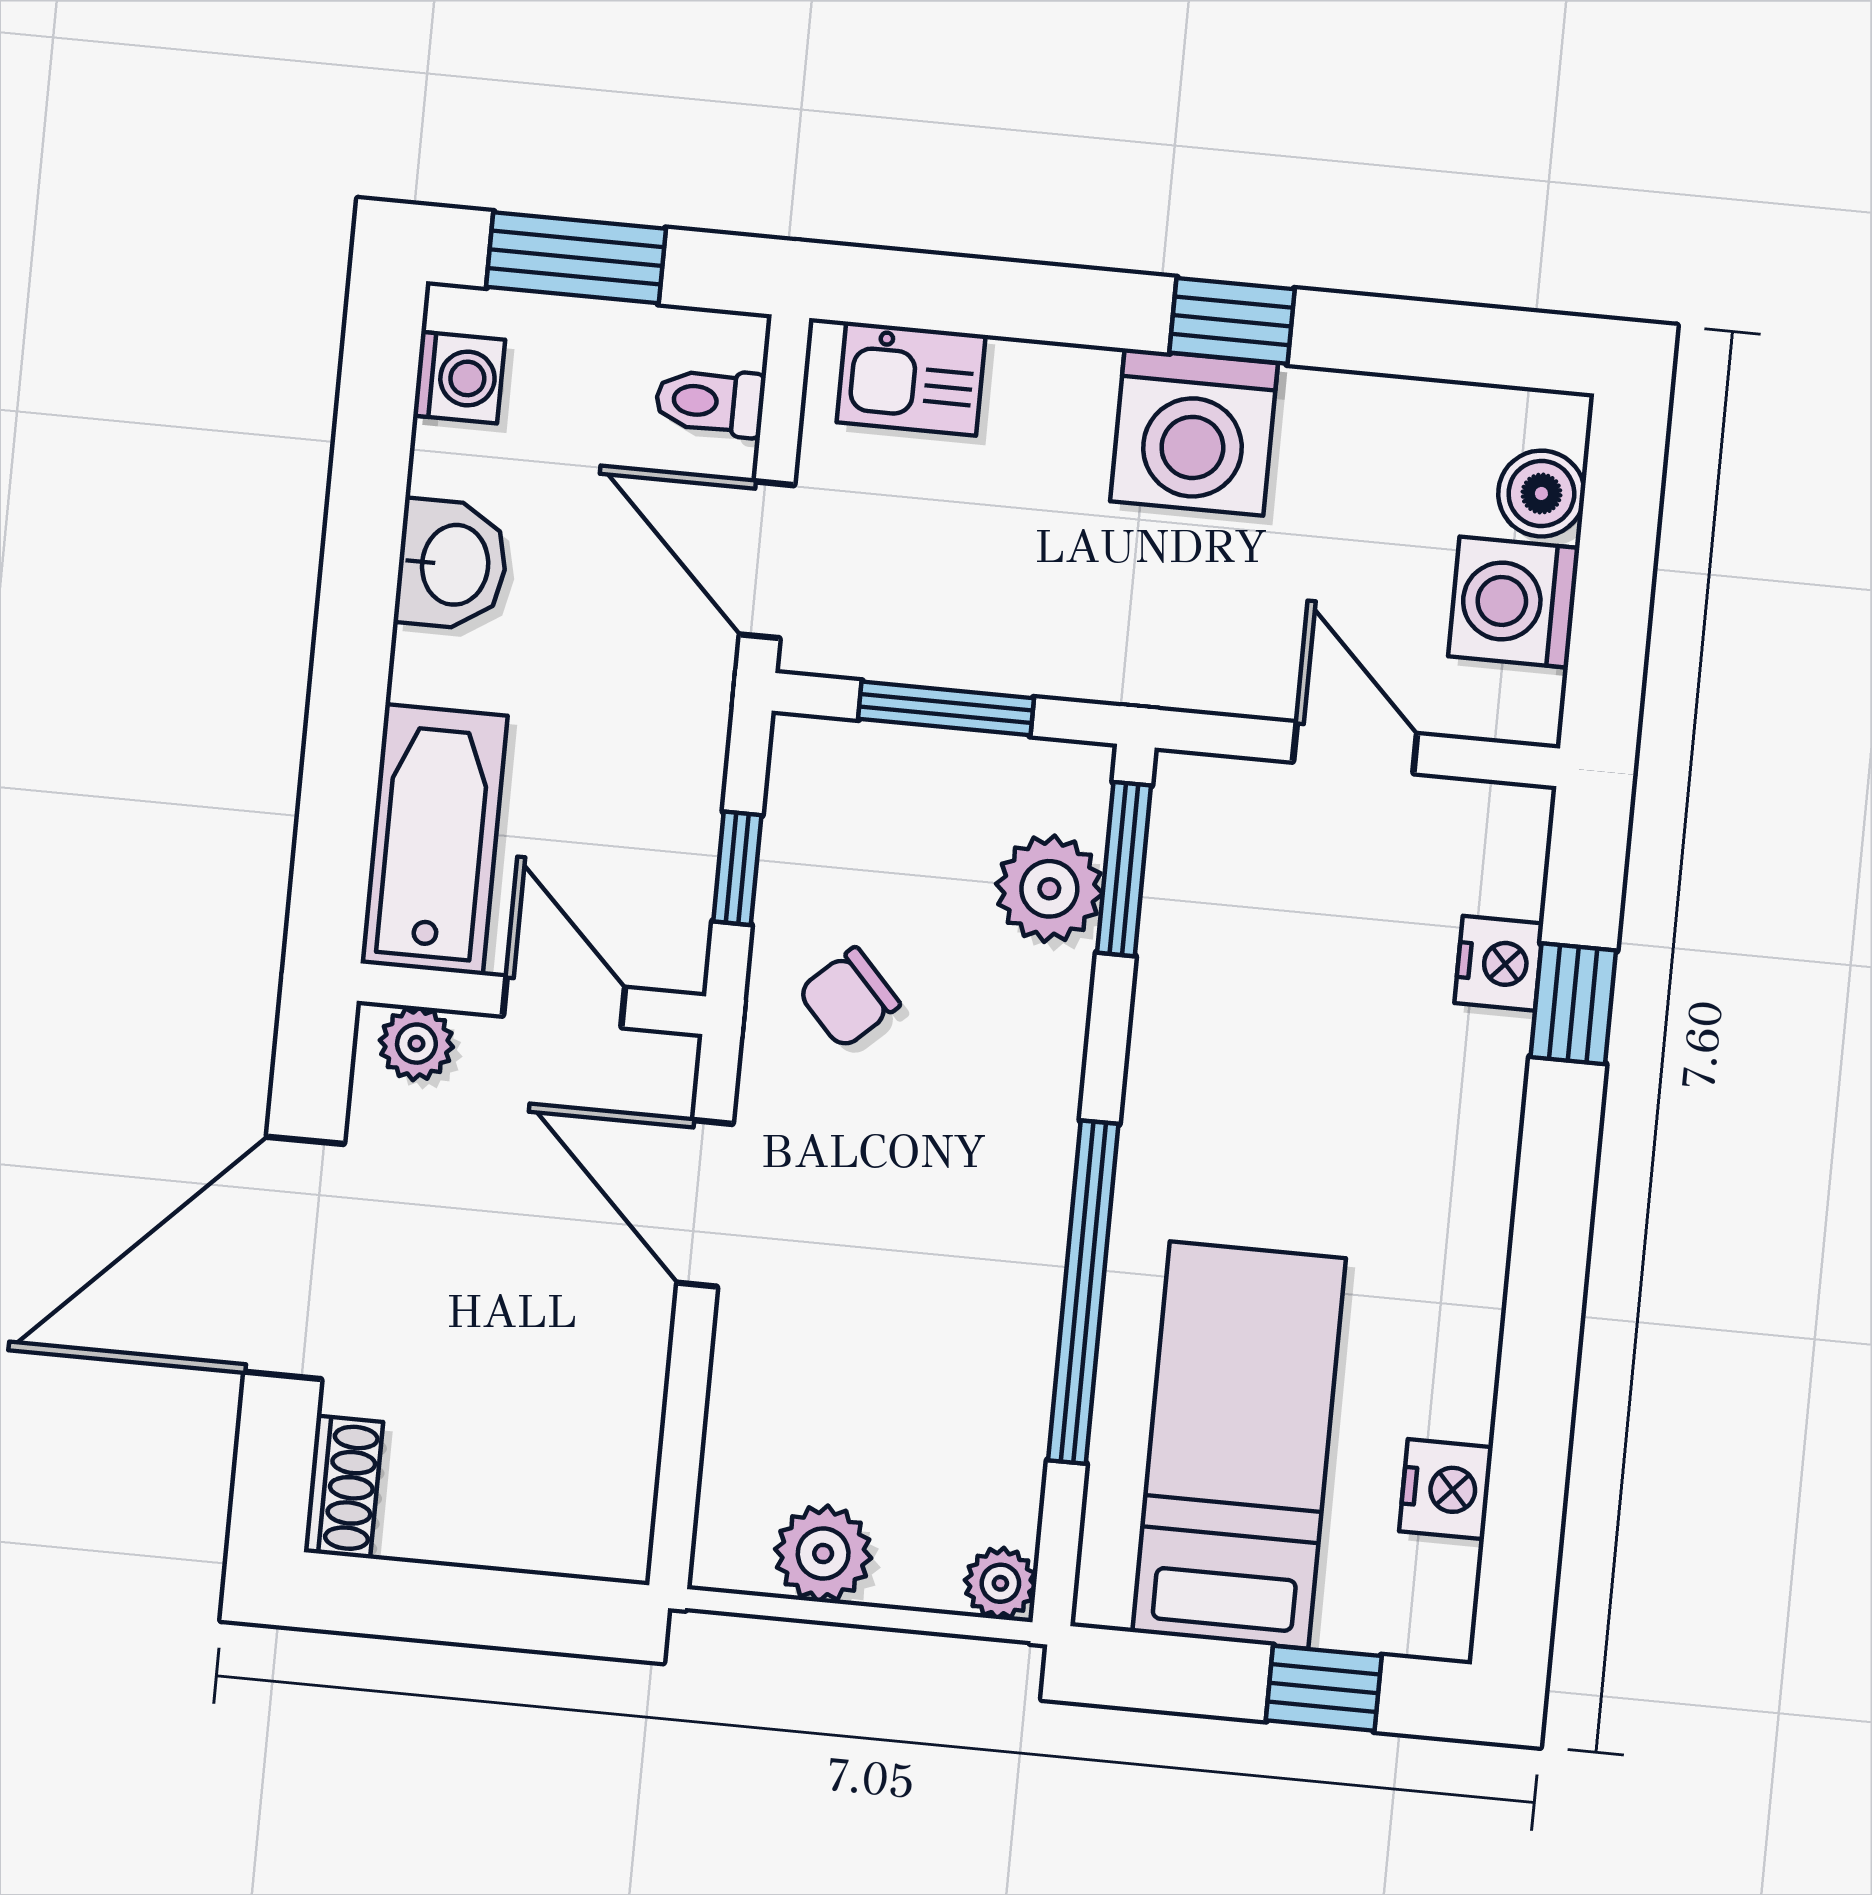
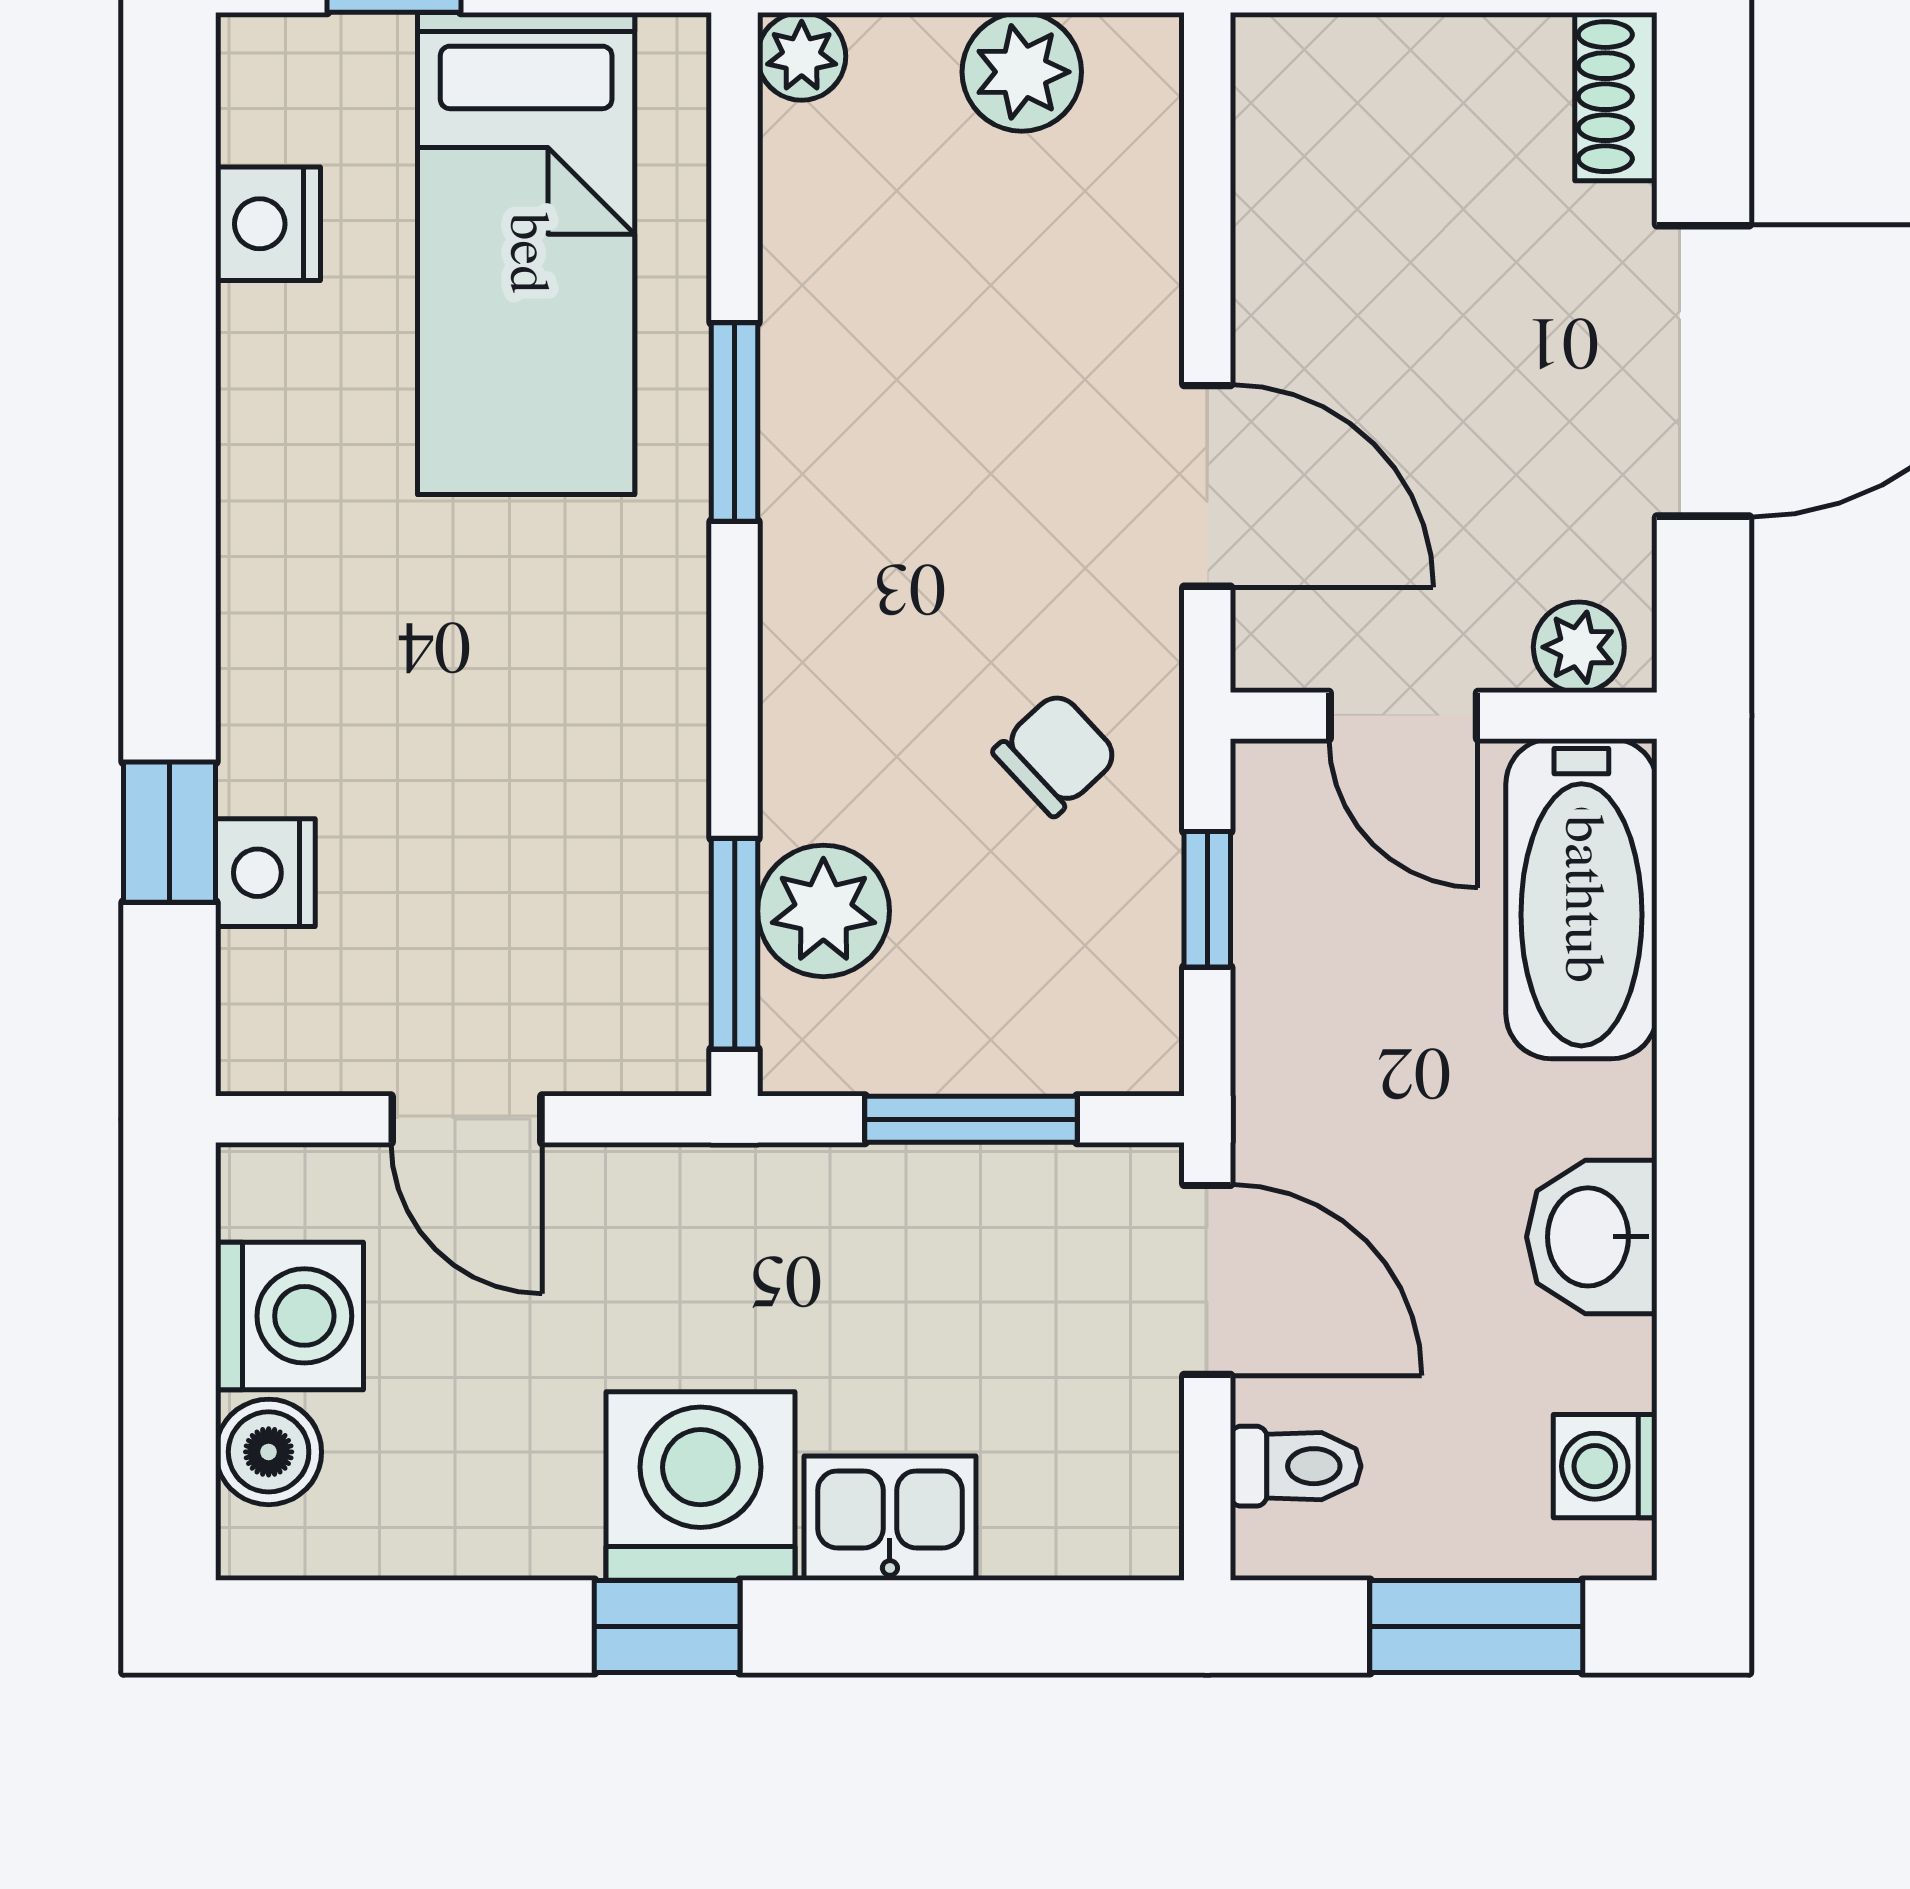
kitchen sink: (911, 379) -> (890, 1518), moved
window: (1083, 1292) -> (735, 422), width x0.47

